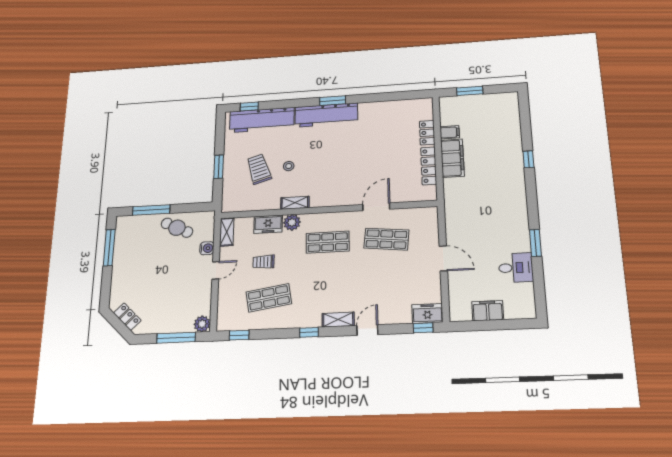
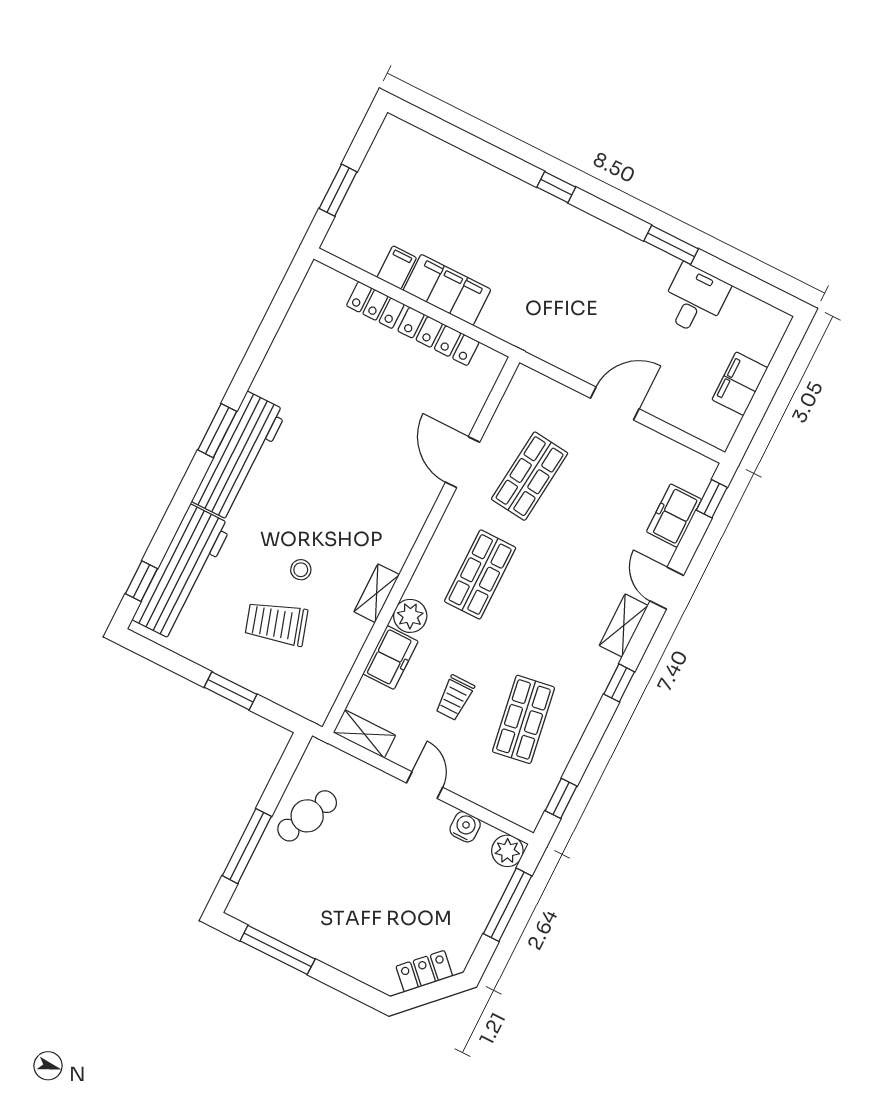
window: (528, 159) -> (556, 187), moved
water cooler: (207, 248) -> (465, 827), moved
freezer: (427, 313) -> (674, 516), moved

